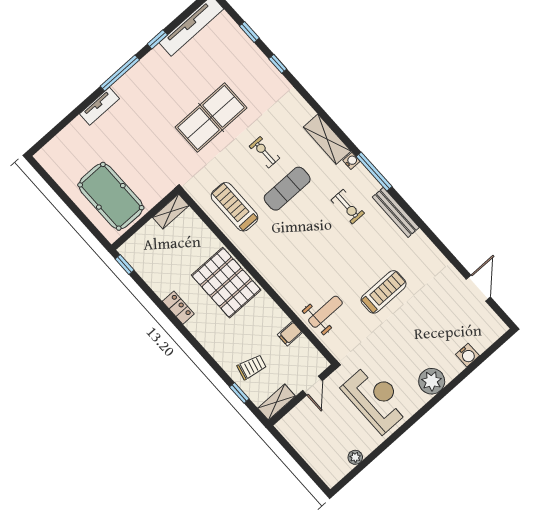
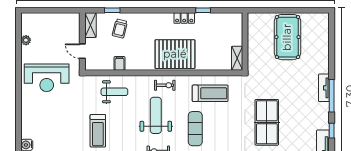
tv unit: (99, 106) -> (324, 88), moved
exercise bike: (264, 152) -> (165, 85), moved
pool table: (111, 196) -> (287, 37), moved, turned 90
weight bench: (311, 244) -> (156, 115), added
window: (124, 264) -> (203, 10), moved
weight bench: (325, 312) -> (114, 92), turned -90
plant: (432, 381) -> (30, 114), removed

